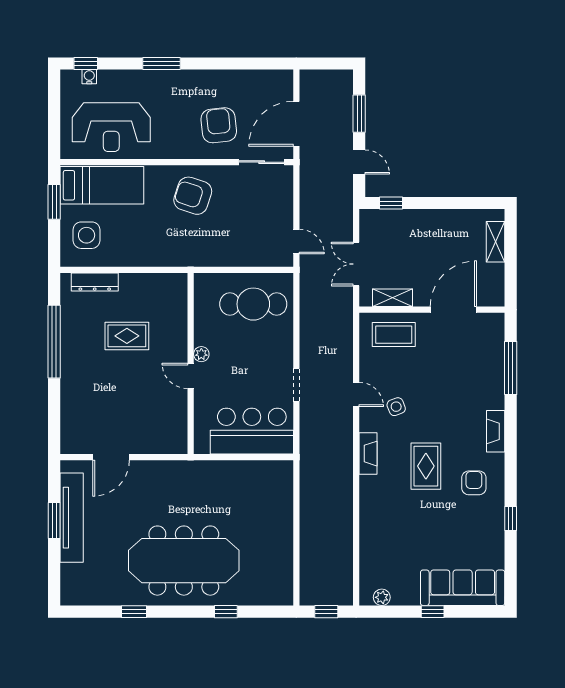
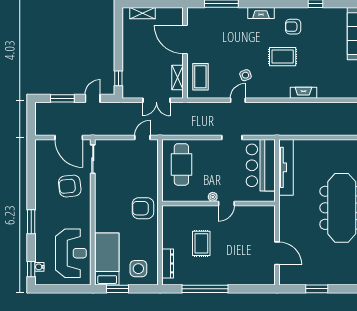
armchair: (193, 196) -> (143, 208), moved, turned 72
fireplace: (368, 454) -> (303, 93), moved
tv unit: (72, 518) -> (286, 167), moved, turned 90

